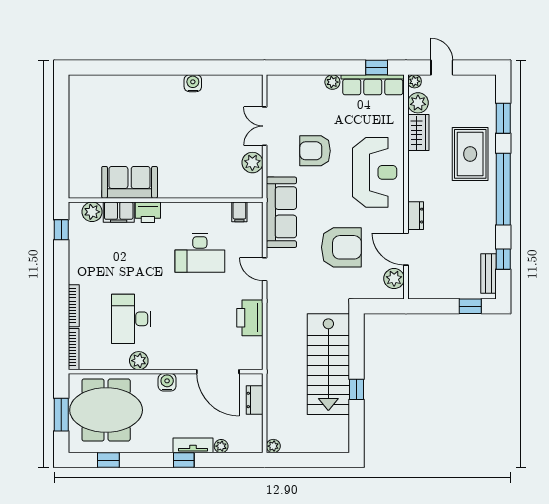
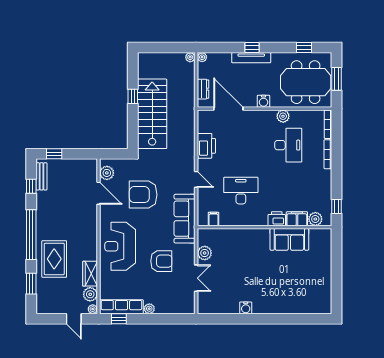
dresser: (416, 216) -> (92, 216), removed
tv unit: (193, 445) -> (251, 58), width x1.41
plant: (221, 446) -> (202, 57), moved

